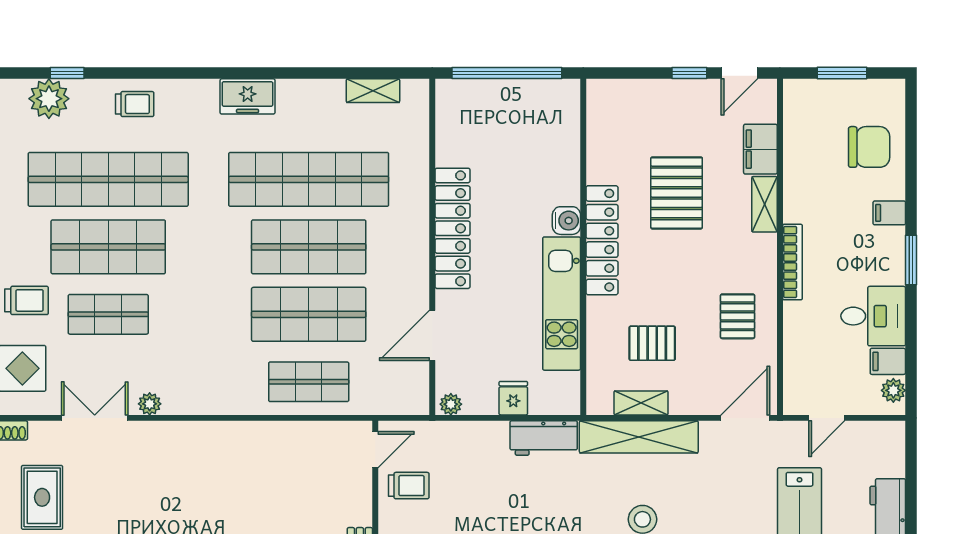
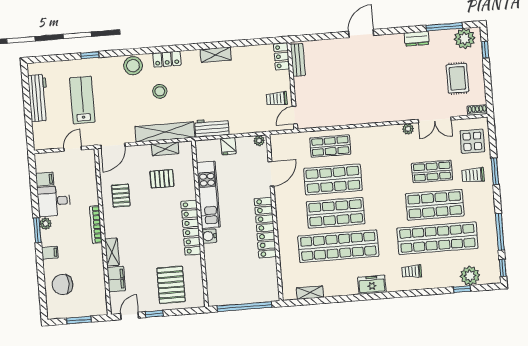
trolley: (135, 104) -> (412, 272), moved
pallet: (677, 193) -> (171, 285), moved
plant: (893, 390) -> (46, 224), moved

